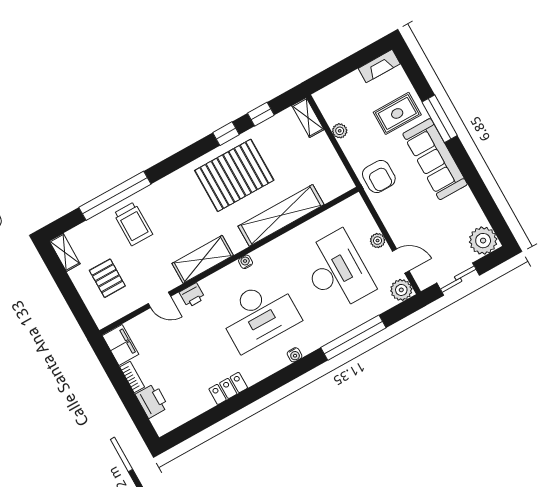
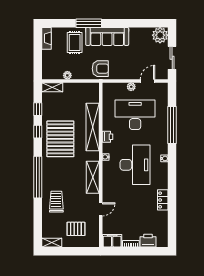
window: (115, 196) -> (38, 177), moved
trolley: (133, 224) -> (56, 202), turned -90
plant: (401, 290) -> (162, 89), removed
printer: (192, 295) -> (107, 137), moved

